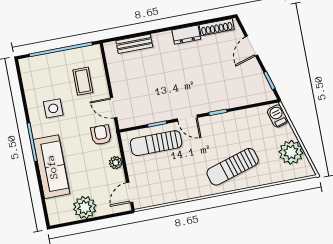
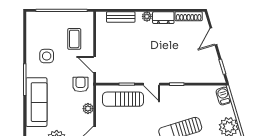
plant: (166, 37) -> (147, 16), added

